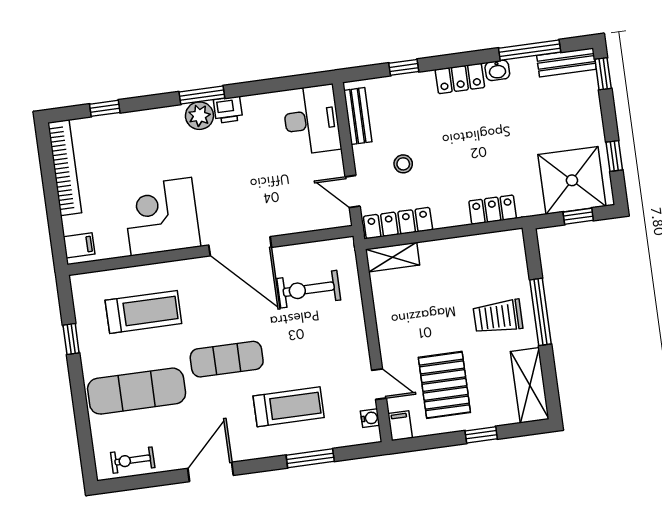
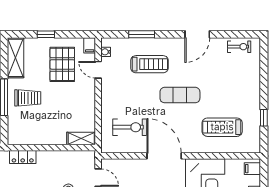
locker: (398, 223) -> (76, 157), removed
exercise mat: (137, 391) -> (232, 84), removed
treadmill: (289, 407) -> (149, 64), turned 180

